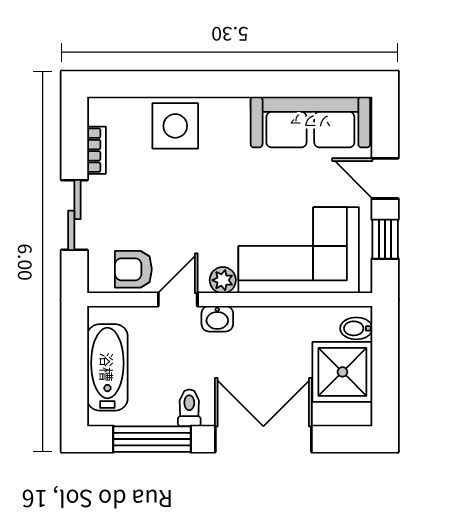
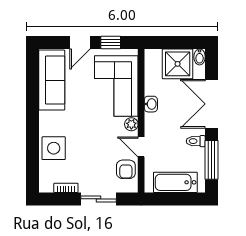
washbasin: (217, 319) -> (151, 104), moved
bidet: (356, 328) -> (200, 57), moved

